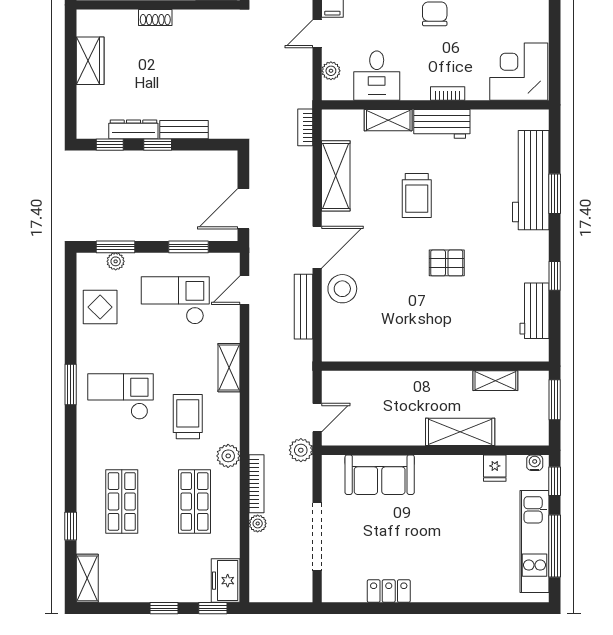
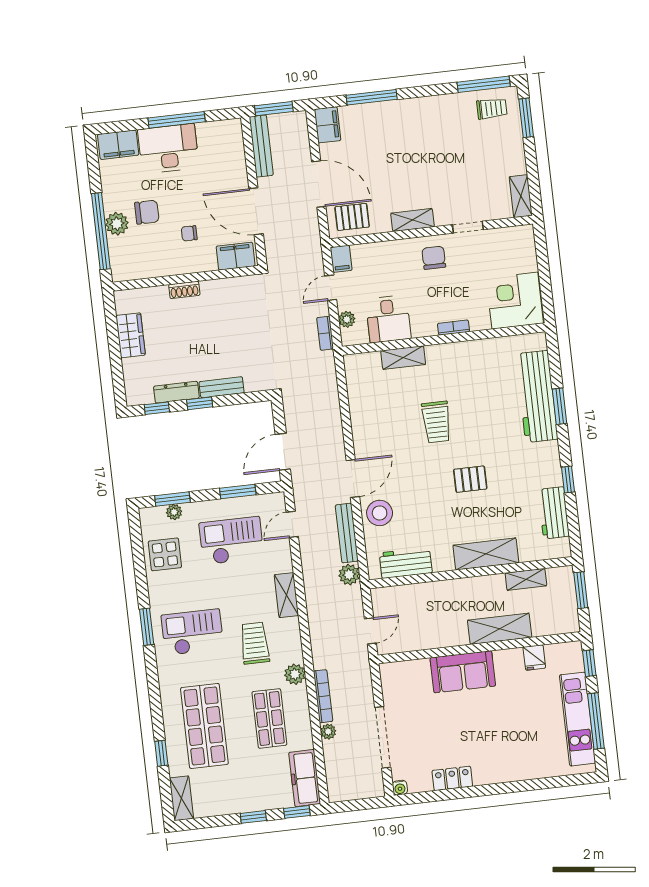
workbench: (442, 124) -> (406, 563), moved, turned 180
bookcase: (305, 127) -> (325, 333), moved
shelving: (336, 176) -> (486, 554), moved, turned 90
plant: (301, 450) -> (349, 575), moved
water cooler: (535, 463) -> (400, 788), moved, turned 180
sofa: (380, 475) -> (463, 672), moved
shop shelf: (122, 501) -> (204, 726), width x1.43, depth x1.36
freezer: (226, 581) -> (305, 778), width x1.40

